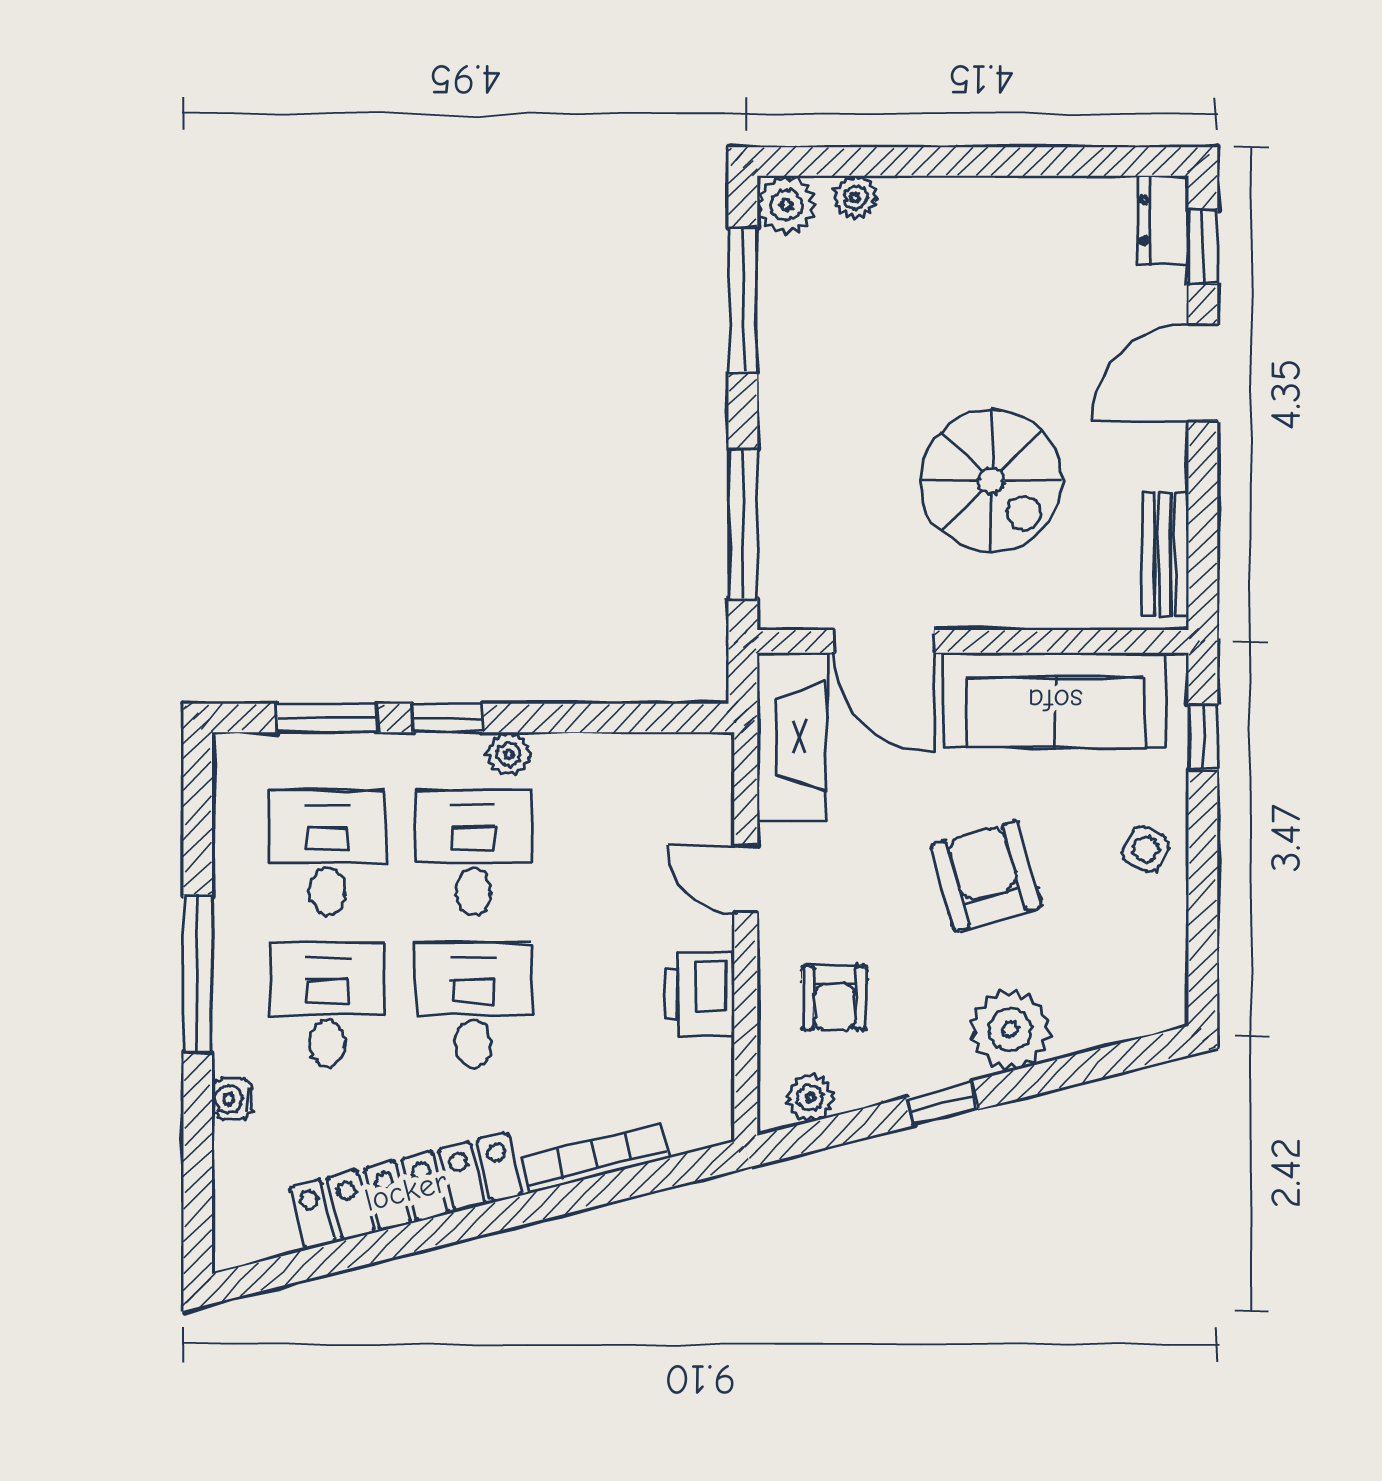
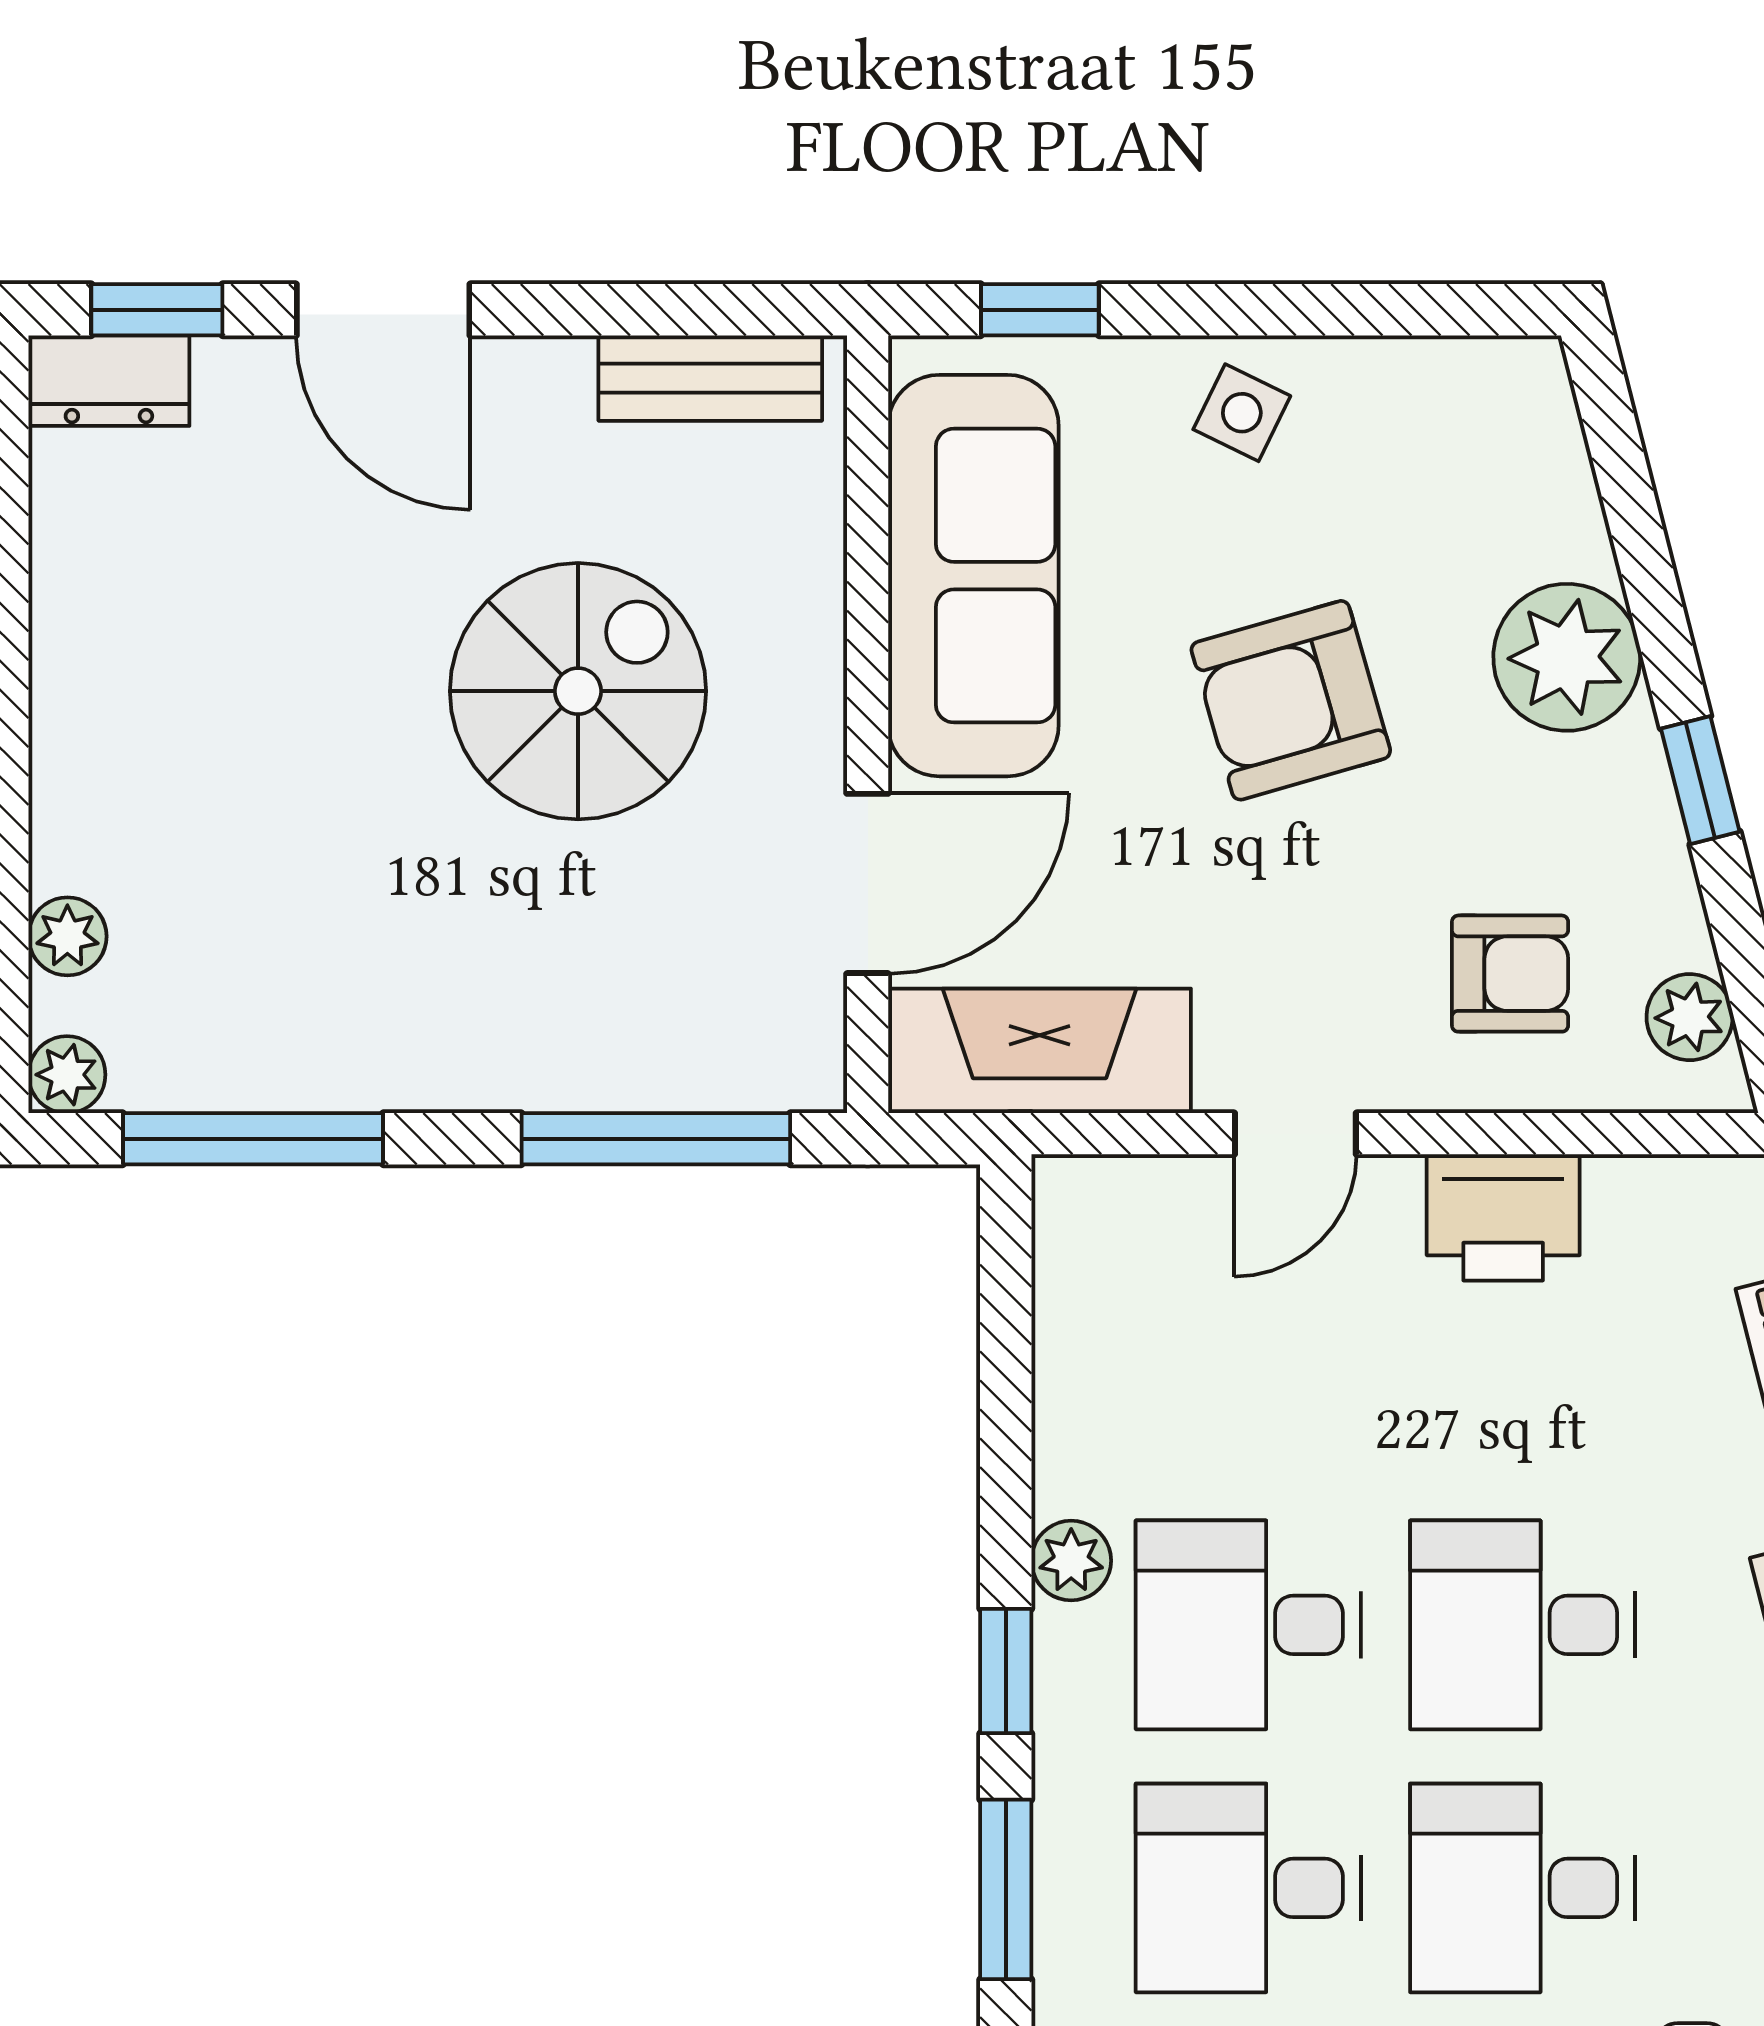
plant: (786, 205) -> (67, 1075), width x0.73, depth x0.73

